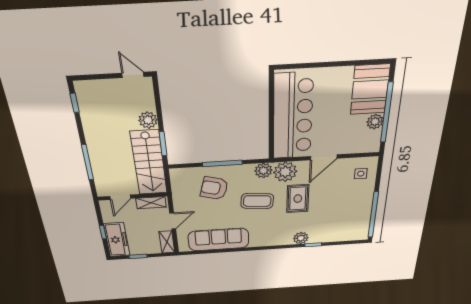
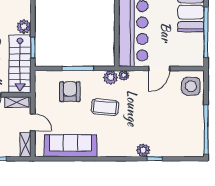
plant: (375, 122) -> (198, 39), removed
plant: (285, 172) -> (124, 75), width x0.53, depth x0.53
side table: (361, 174) -> (191, 86), width x1.87, depth x1.87
armchair: (214, 188) -> (70, 92), turned 75
rug: (298, 199) -> (139, 107), removed
door: (173, 221) -> (33, 122), hinge flipped

